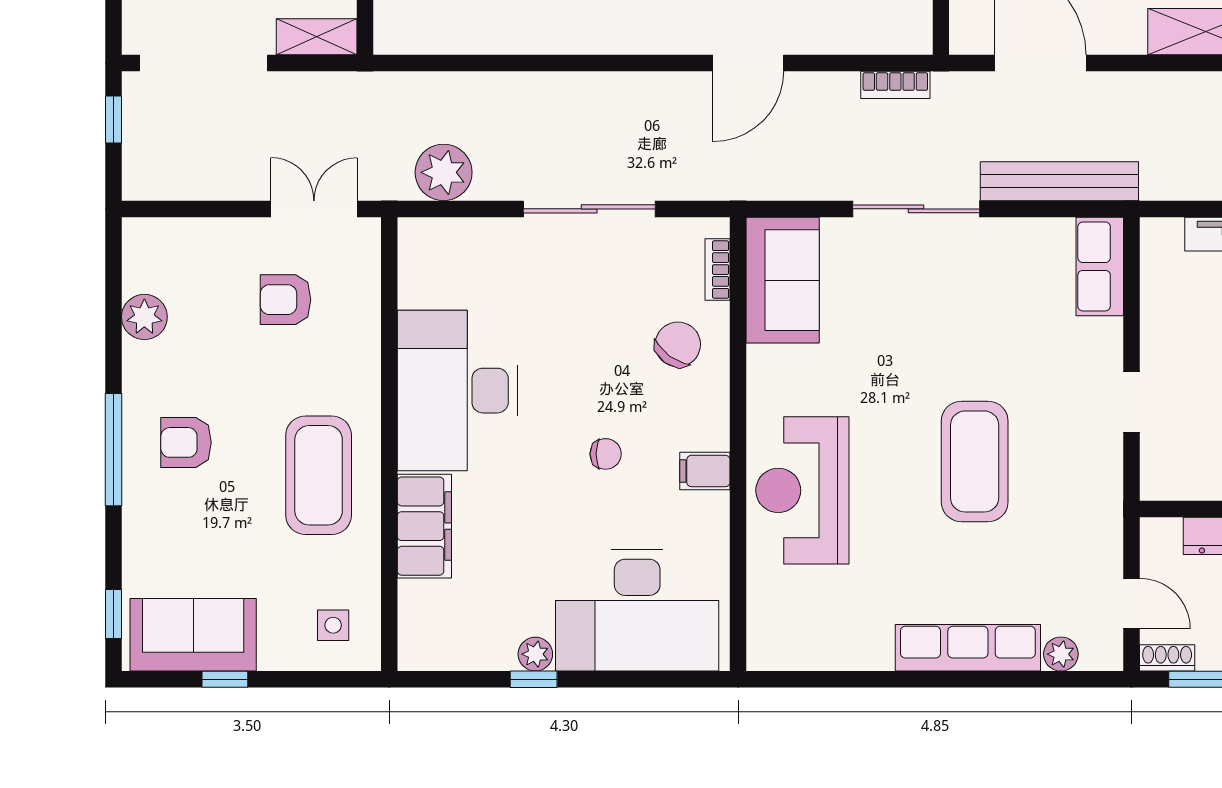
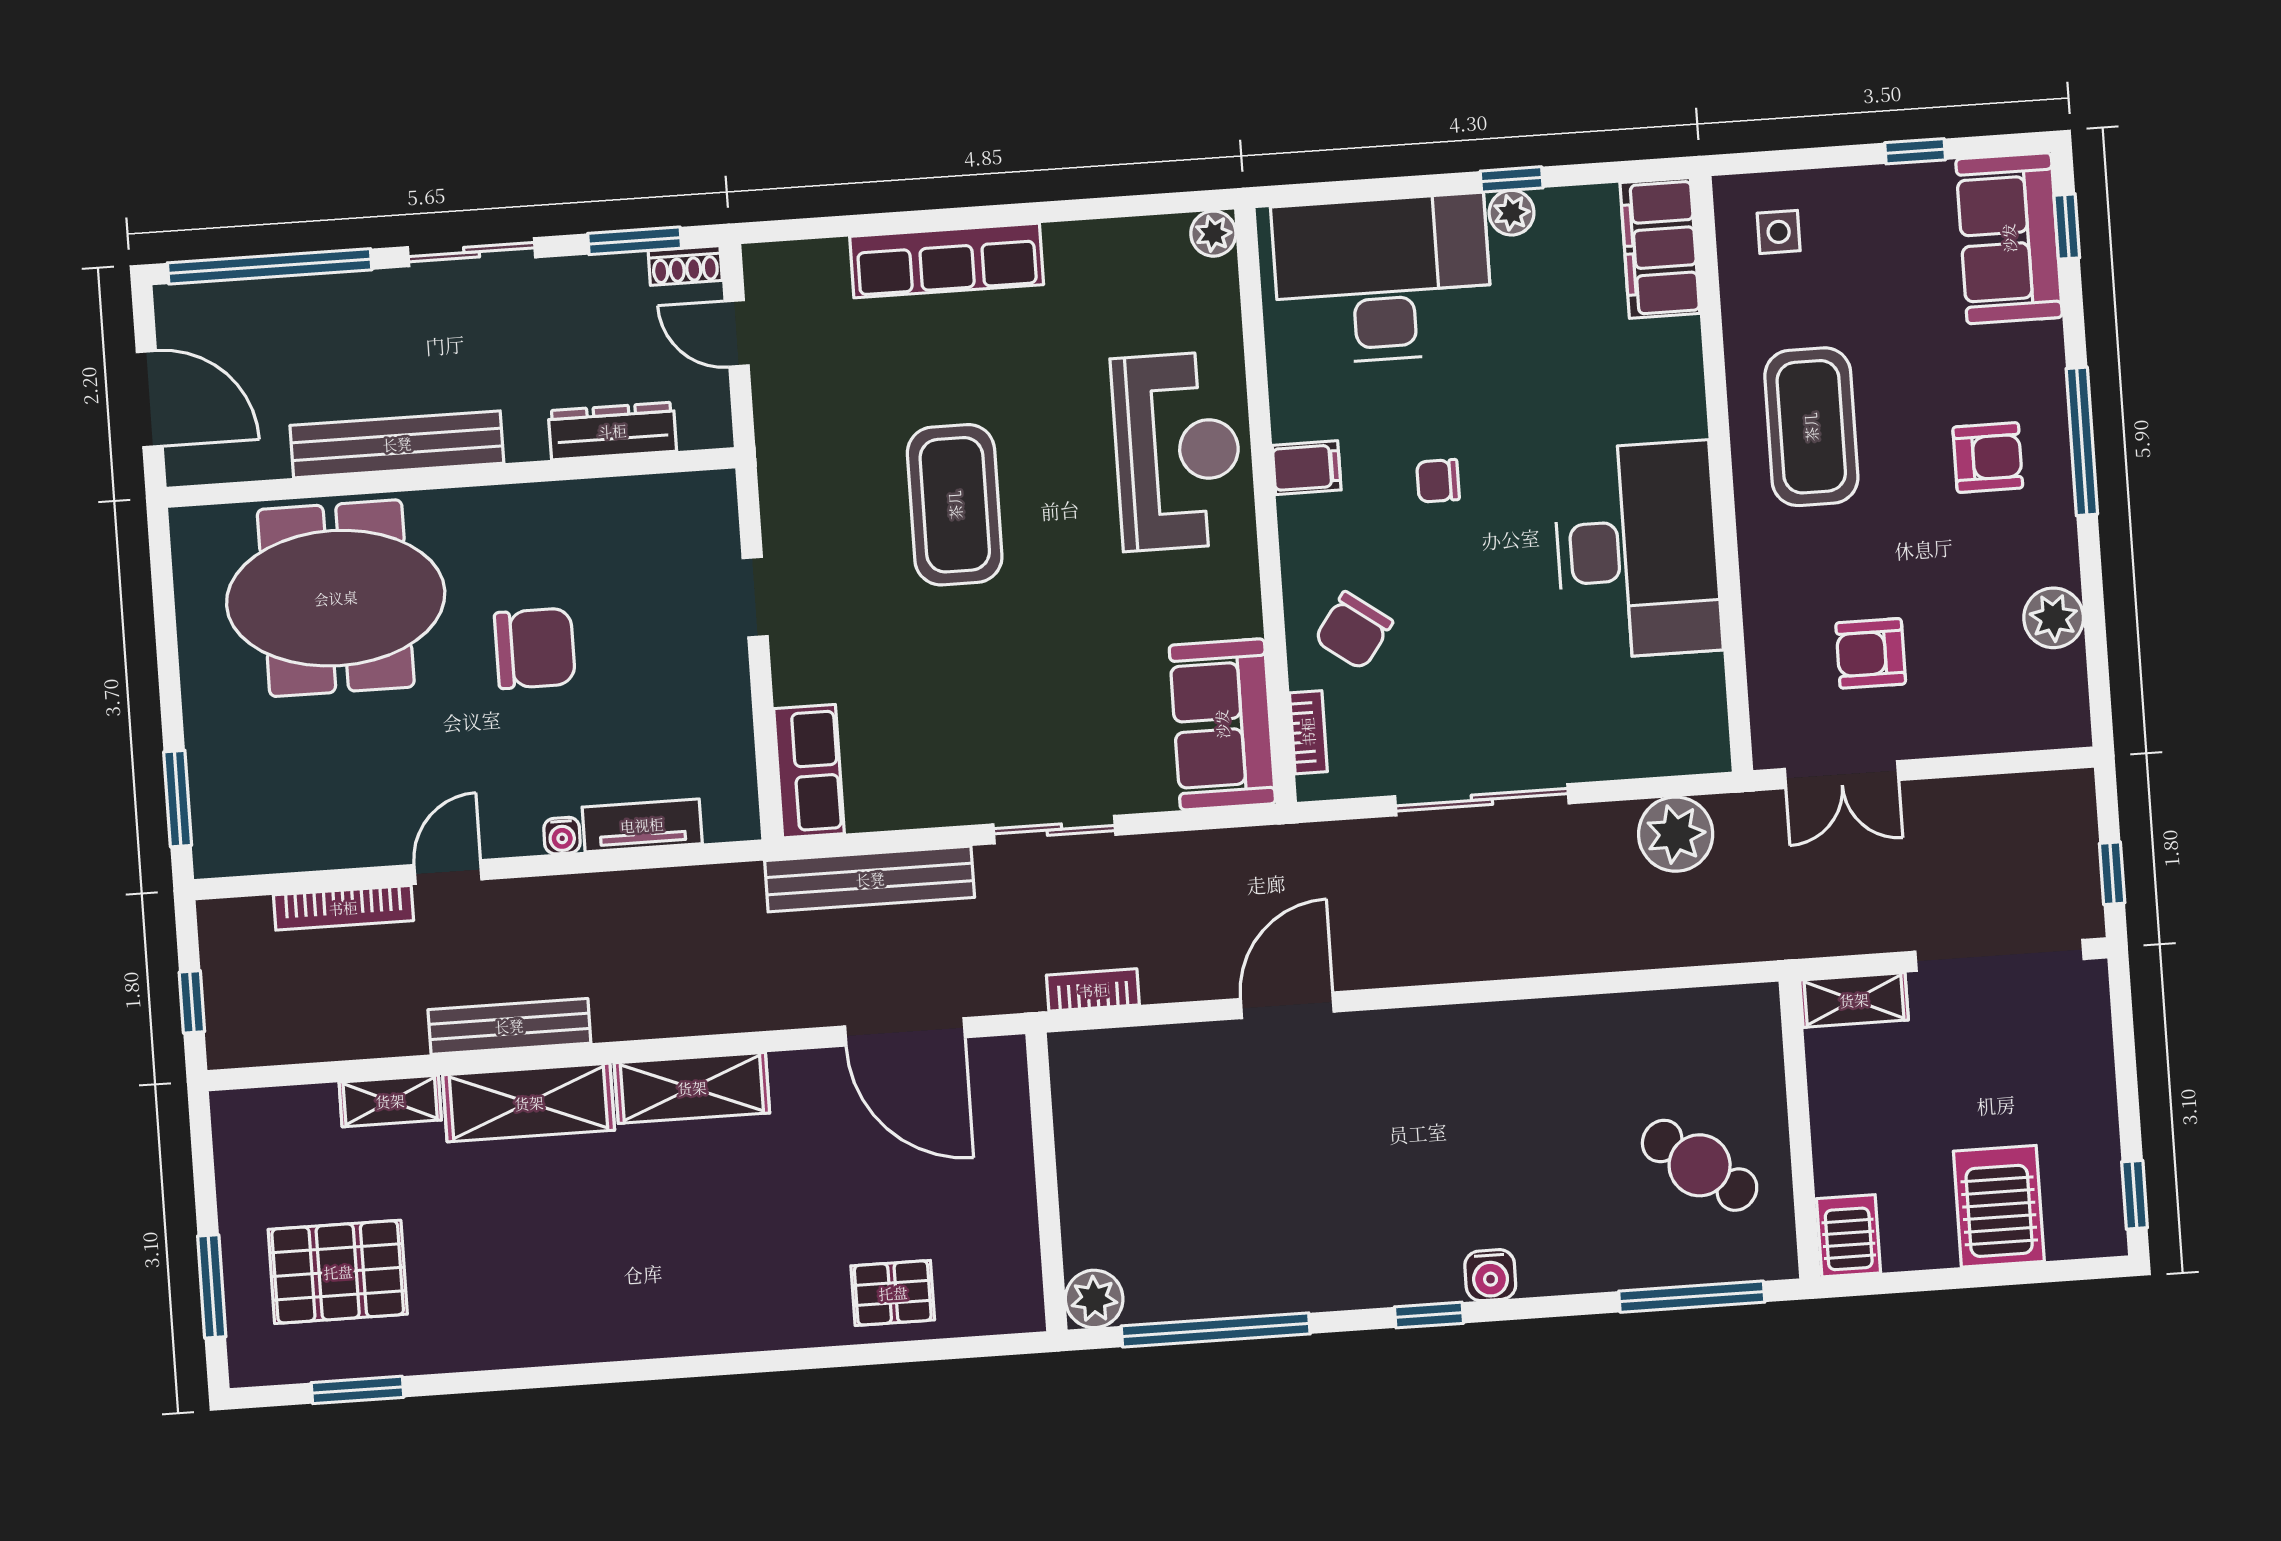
sliding door: (916, 209) -> (1054, 830), width x0.73
armchair: (286, 300) -> (1871, 653), turned 180
filing cabinet: (424, 526) -> (1660, 248), moved
sofa: (193, 635) -> (2009, 238), moved, turned 90
plant: (1061, 654) -> (1213, 234), moved

